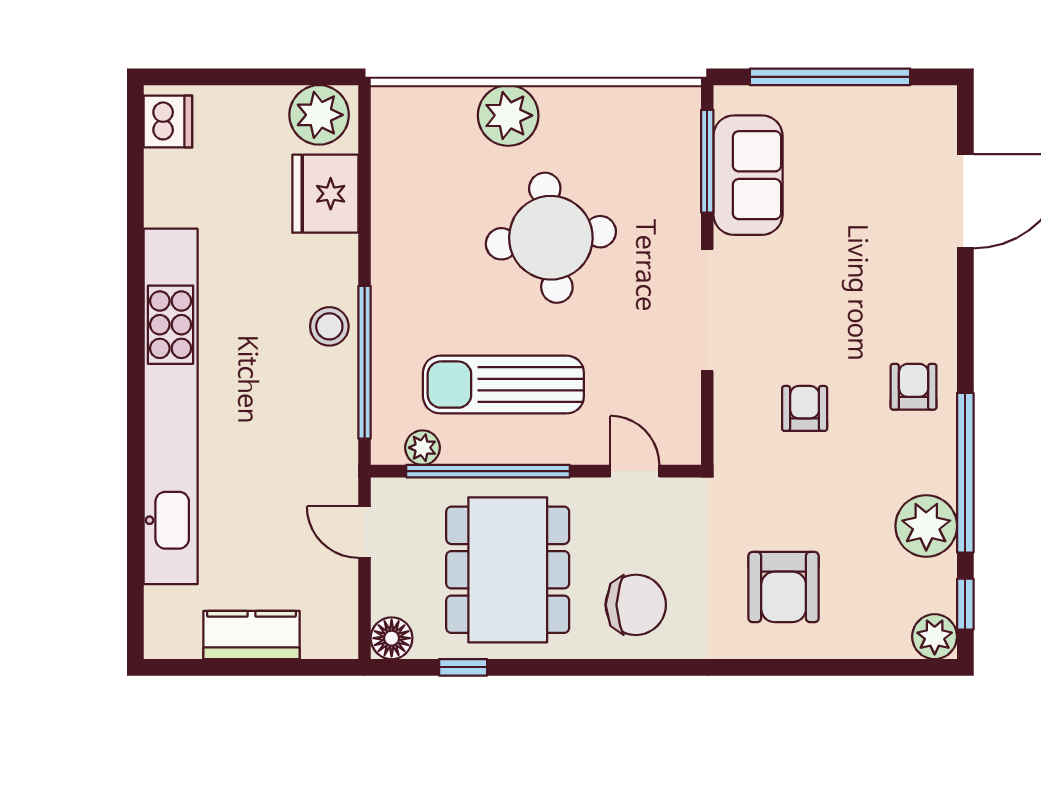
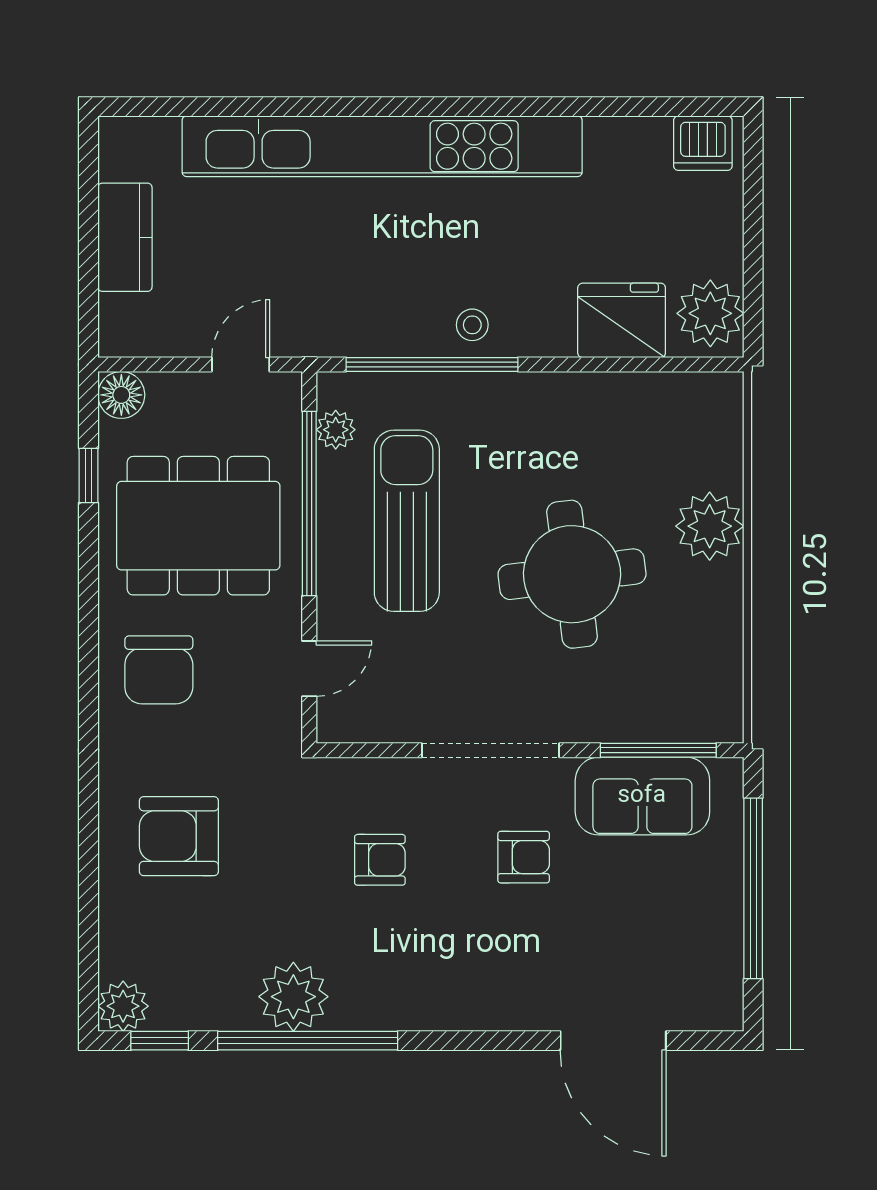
stool: (329, 326) -> (472, 325), width x0.73, depth x0.73
armchair: (914, 387) -> (524, 857), moved
plant: (926, 526) -> (293, 997), moved

